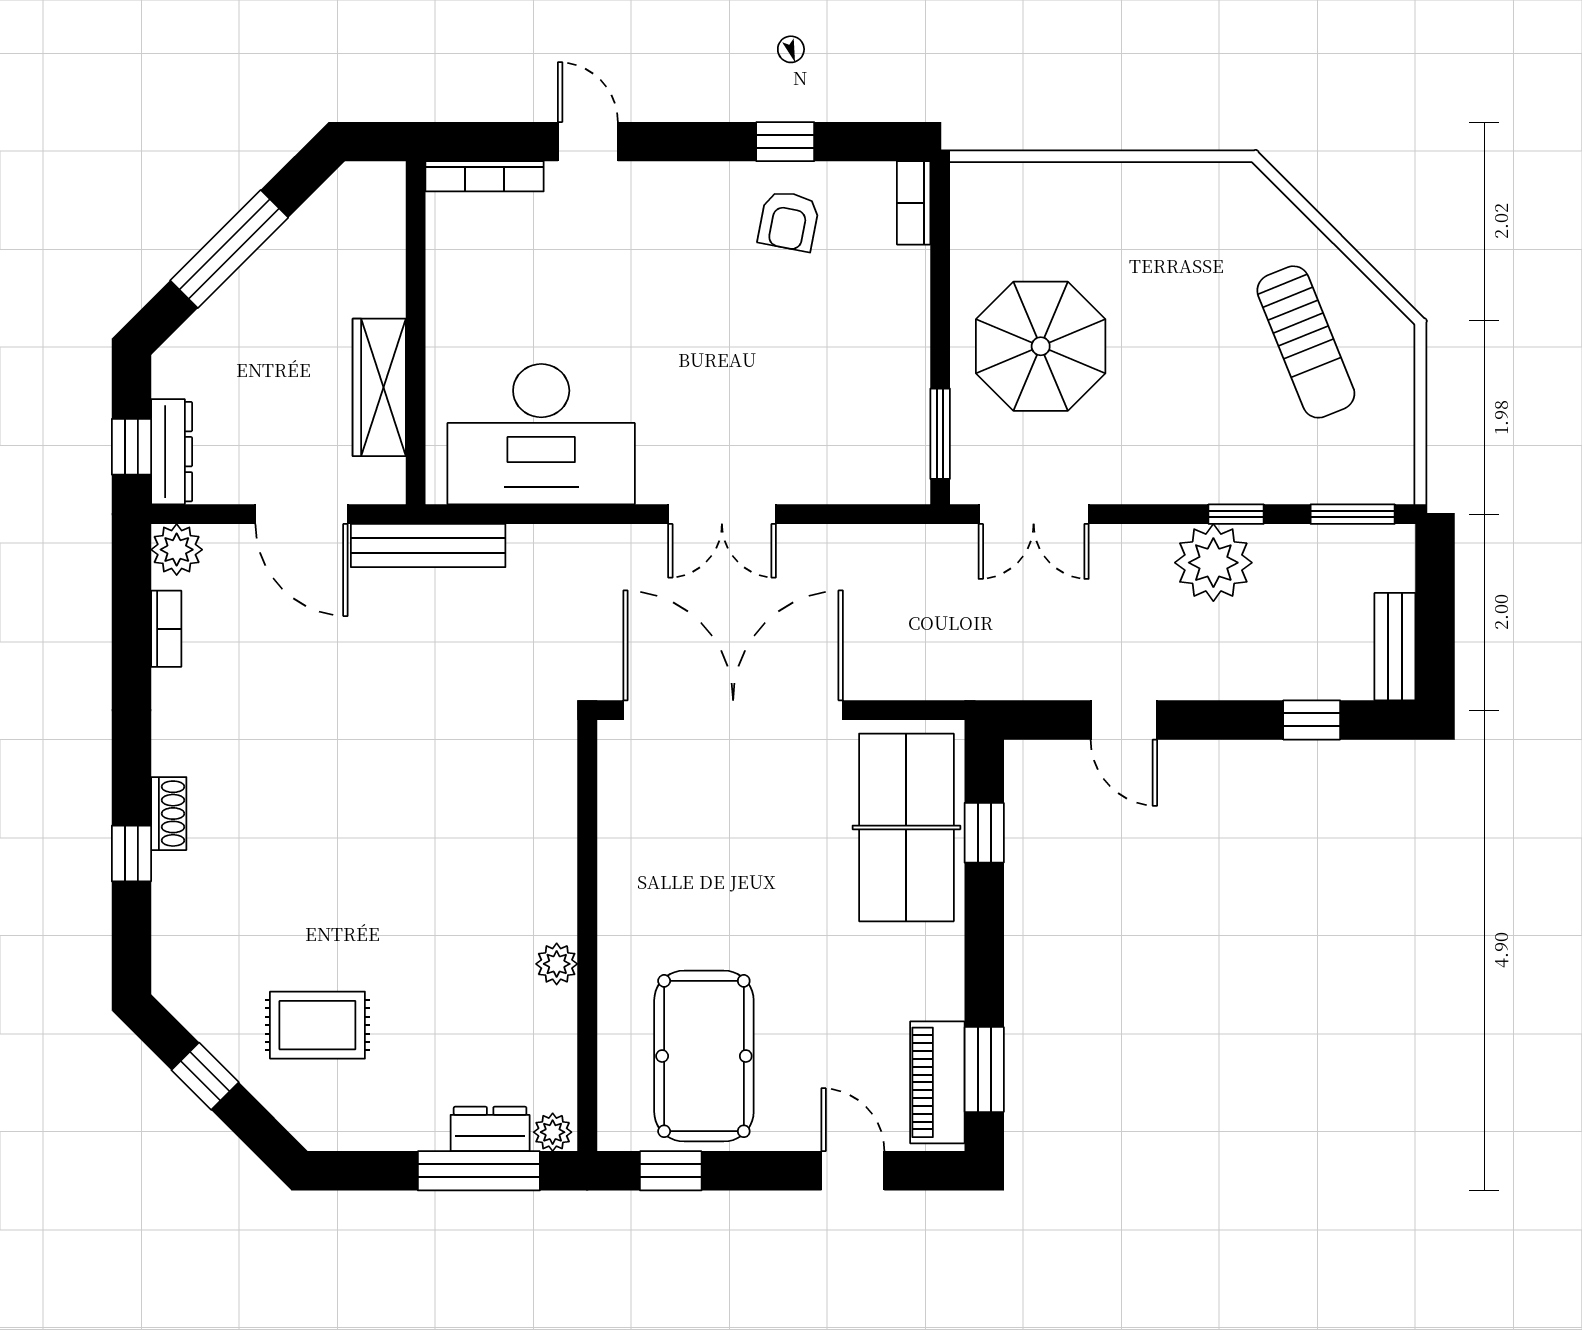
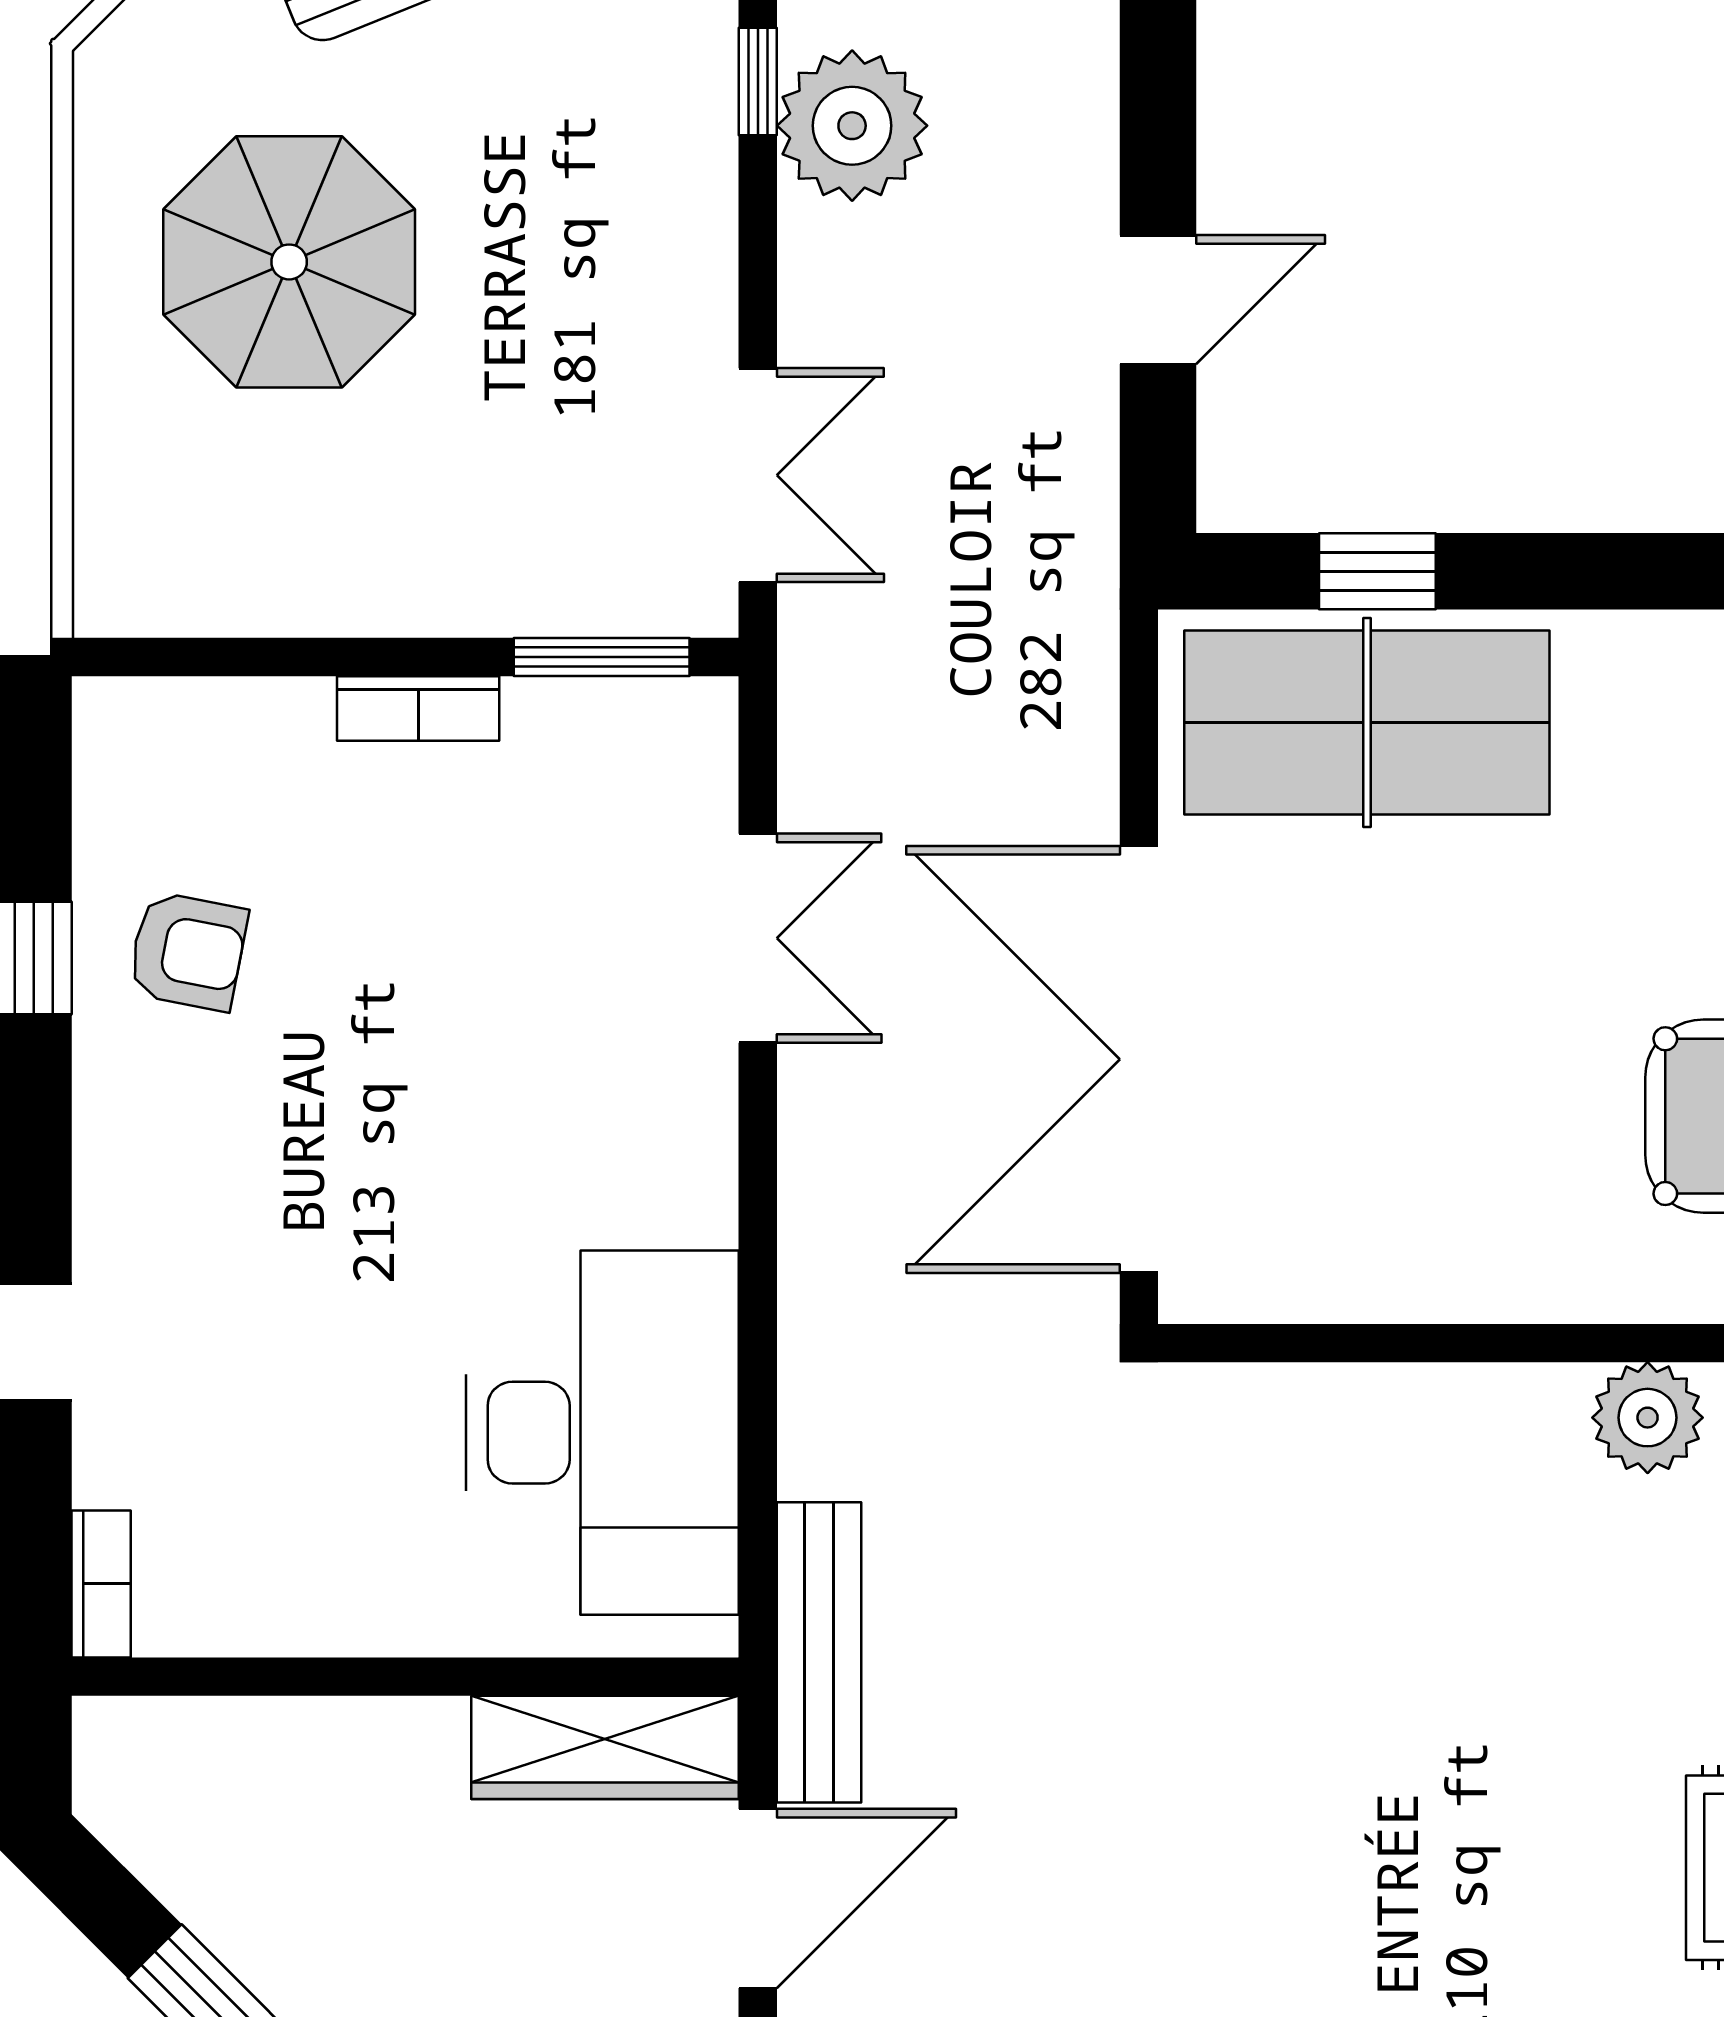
bookcase: (485, 176) -> (101, 1584), width x0.64
bookcase: (914, 203) -> (418, 708), moved
parasol: (1041, 346) -> (289, 262), moved
wardrobe: (379, 387) -> (605, 1747), moved
double door: (722, 514) -> (758, 938), moved
plant: (557, 964) -> (1648, 1418), width x1.38, depth x1.38

